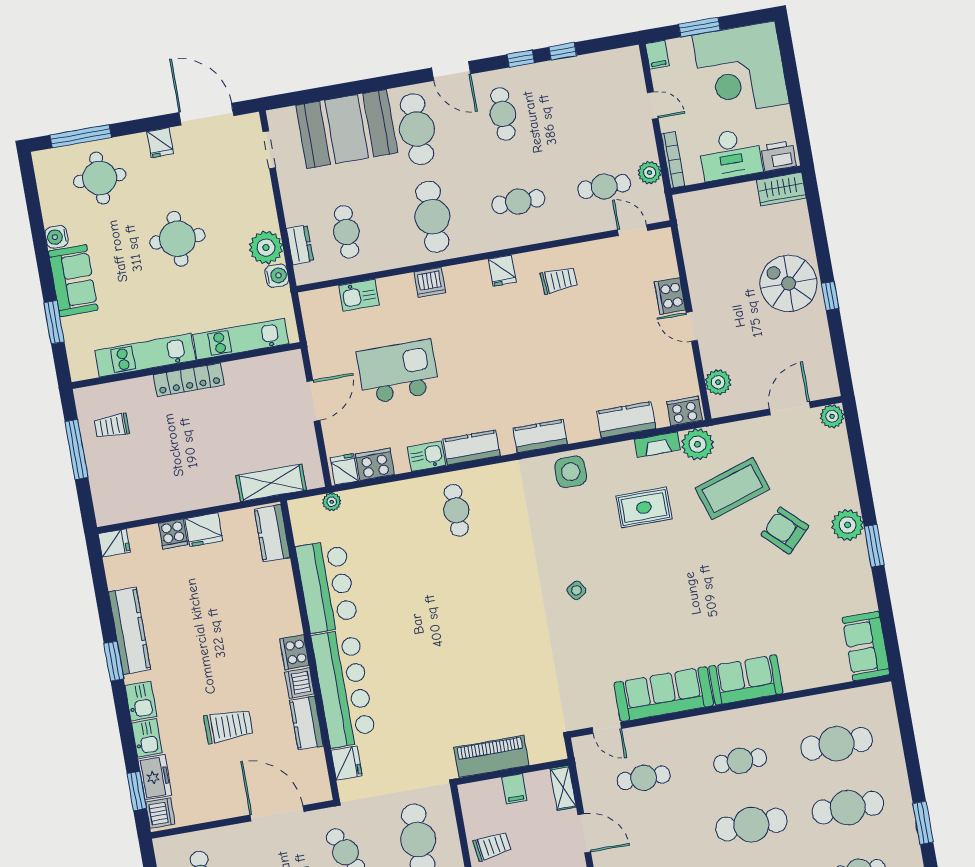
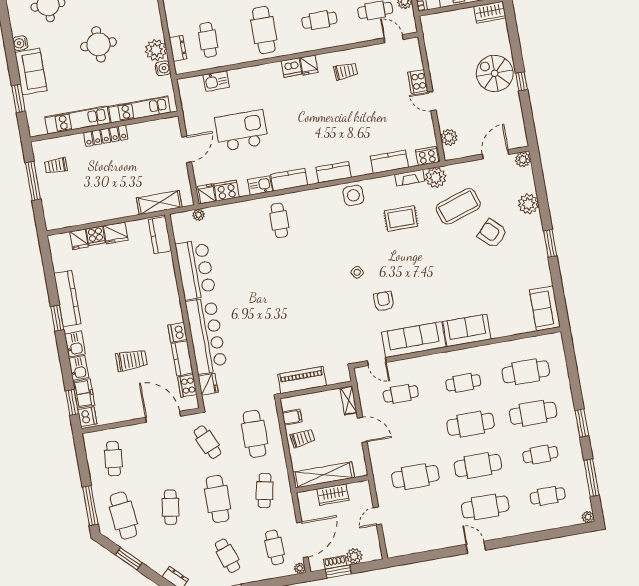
dishwasher: (430, 282) -> (291, 67), moved
plant: (848, 525) -> (528, 204), moved
fridge: (114, 543) -> (79, 239), moved, turned 90
armchair: (617, 635) -> (384, 301), added
cooker: (294, 652) -> (187, 386), moved
filing cabinet: (514, 789) -> (292, 417), moved, turned -90

